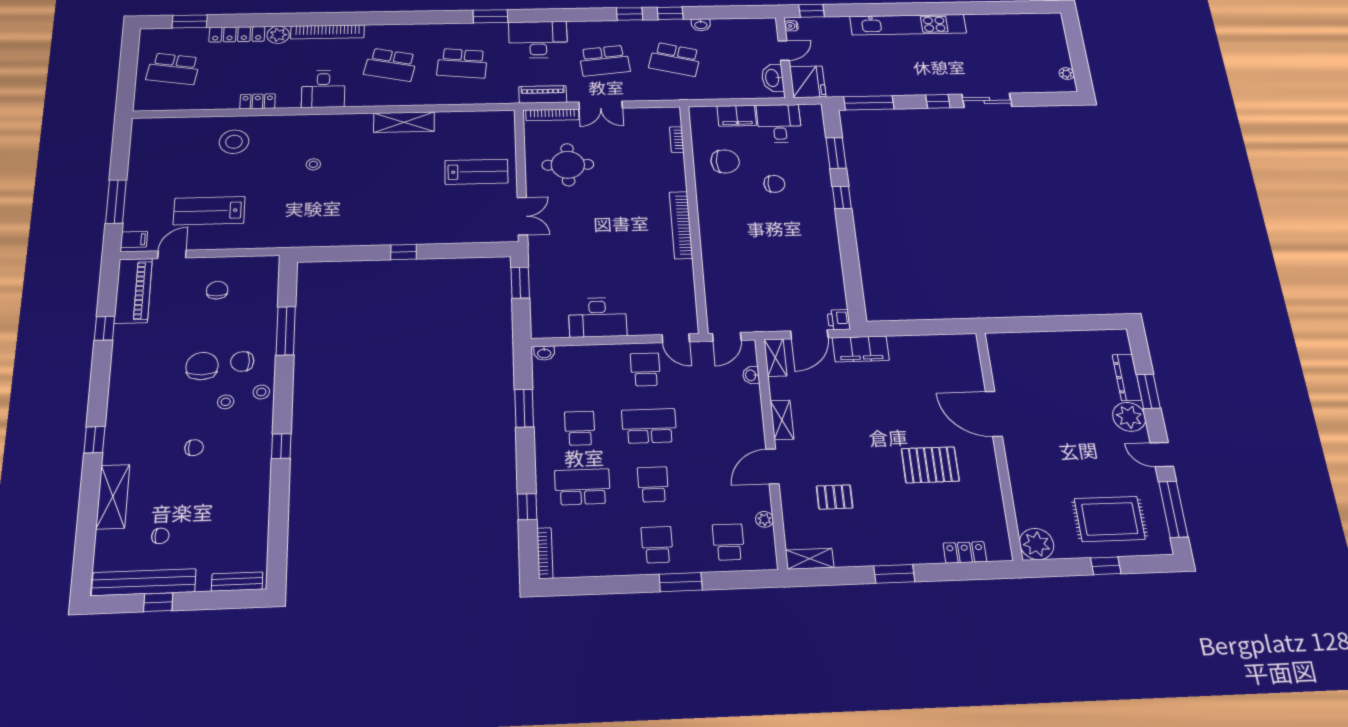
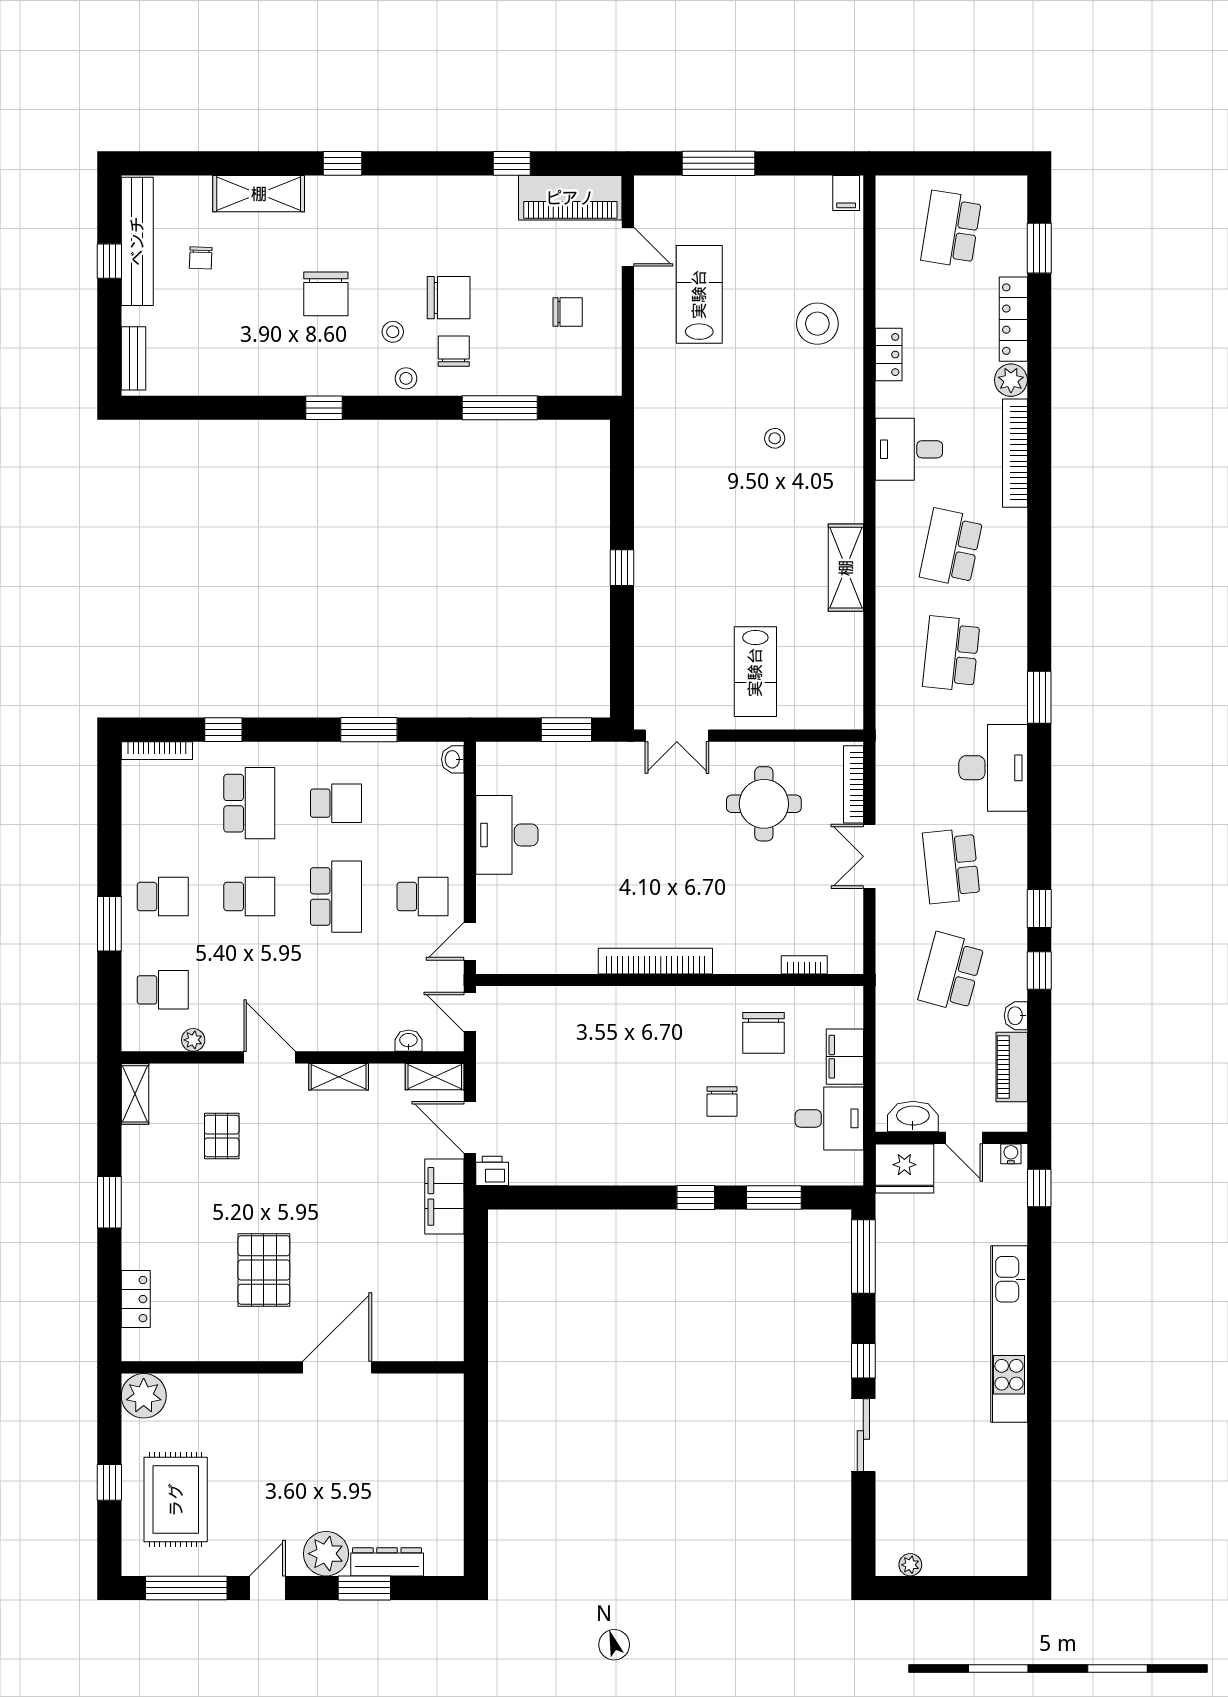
piano: (543, 94) -> (1012, 1067), moved, turned 180
filing cabinet: (134, 240) -> (846, 193), moved
chair: (194, 448) -> (326, 294), width x1.87, depth x1.87

